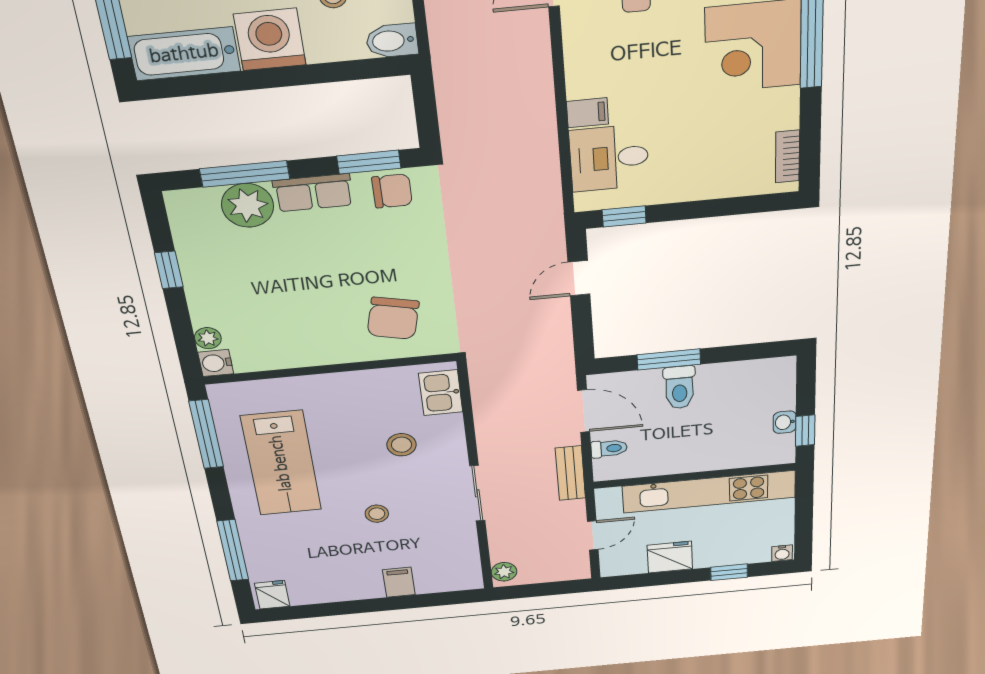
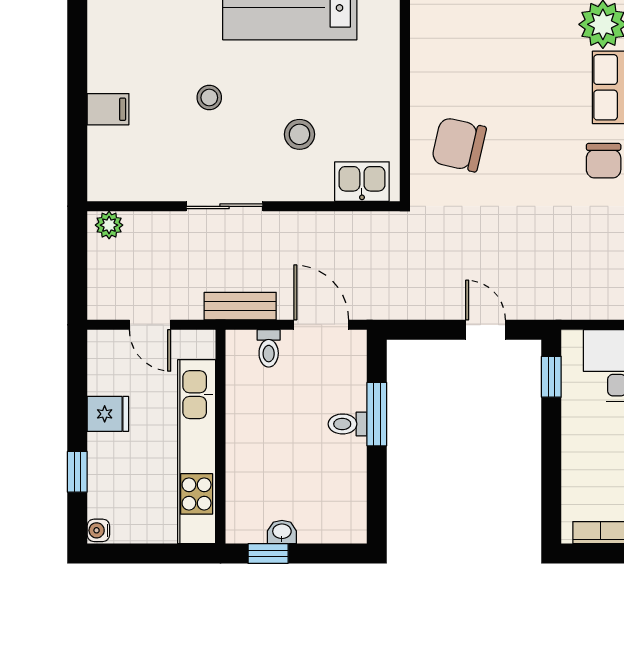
toilet: (679, 387) -> (348, 424), width x0.73, depth x0.72
door: (584, 411) -> (321, 325), swing flipped
fridge: (670, 557) -> (108, 414), width x0.72

